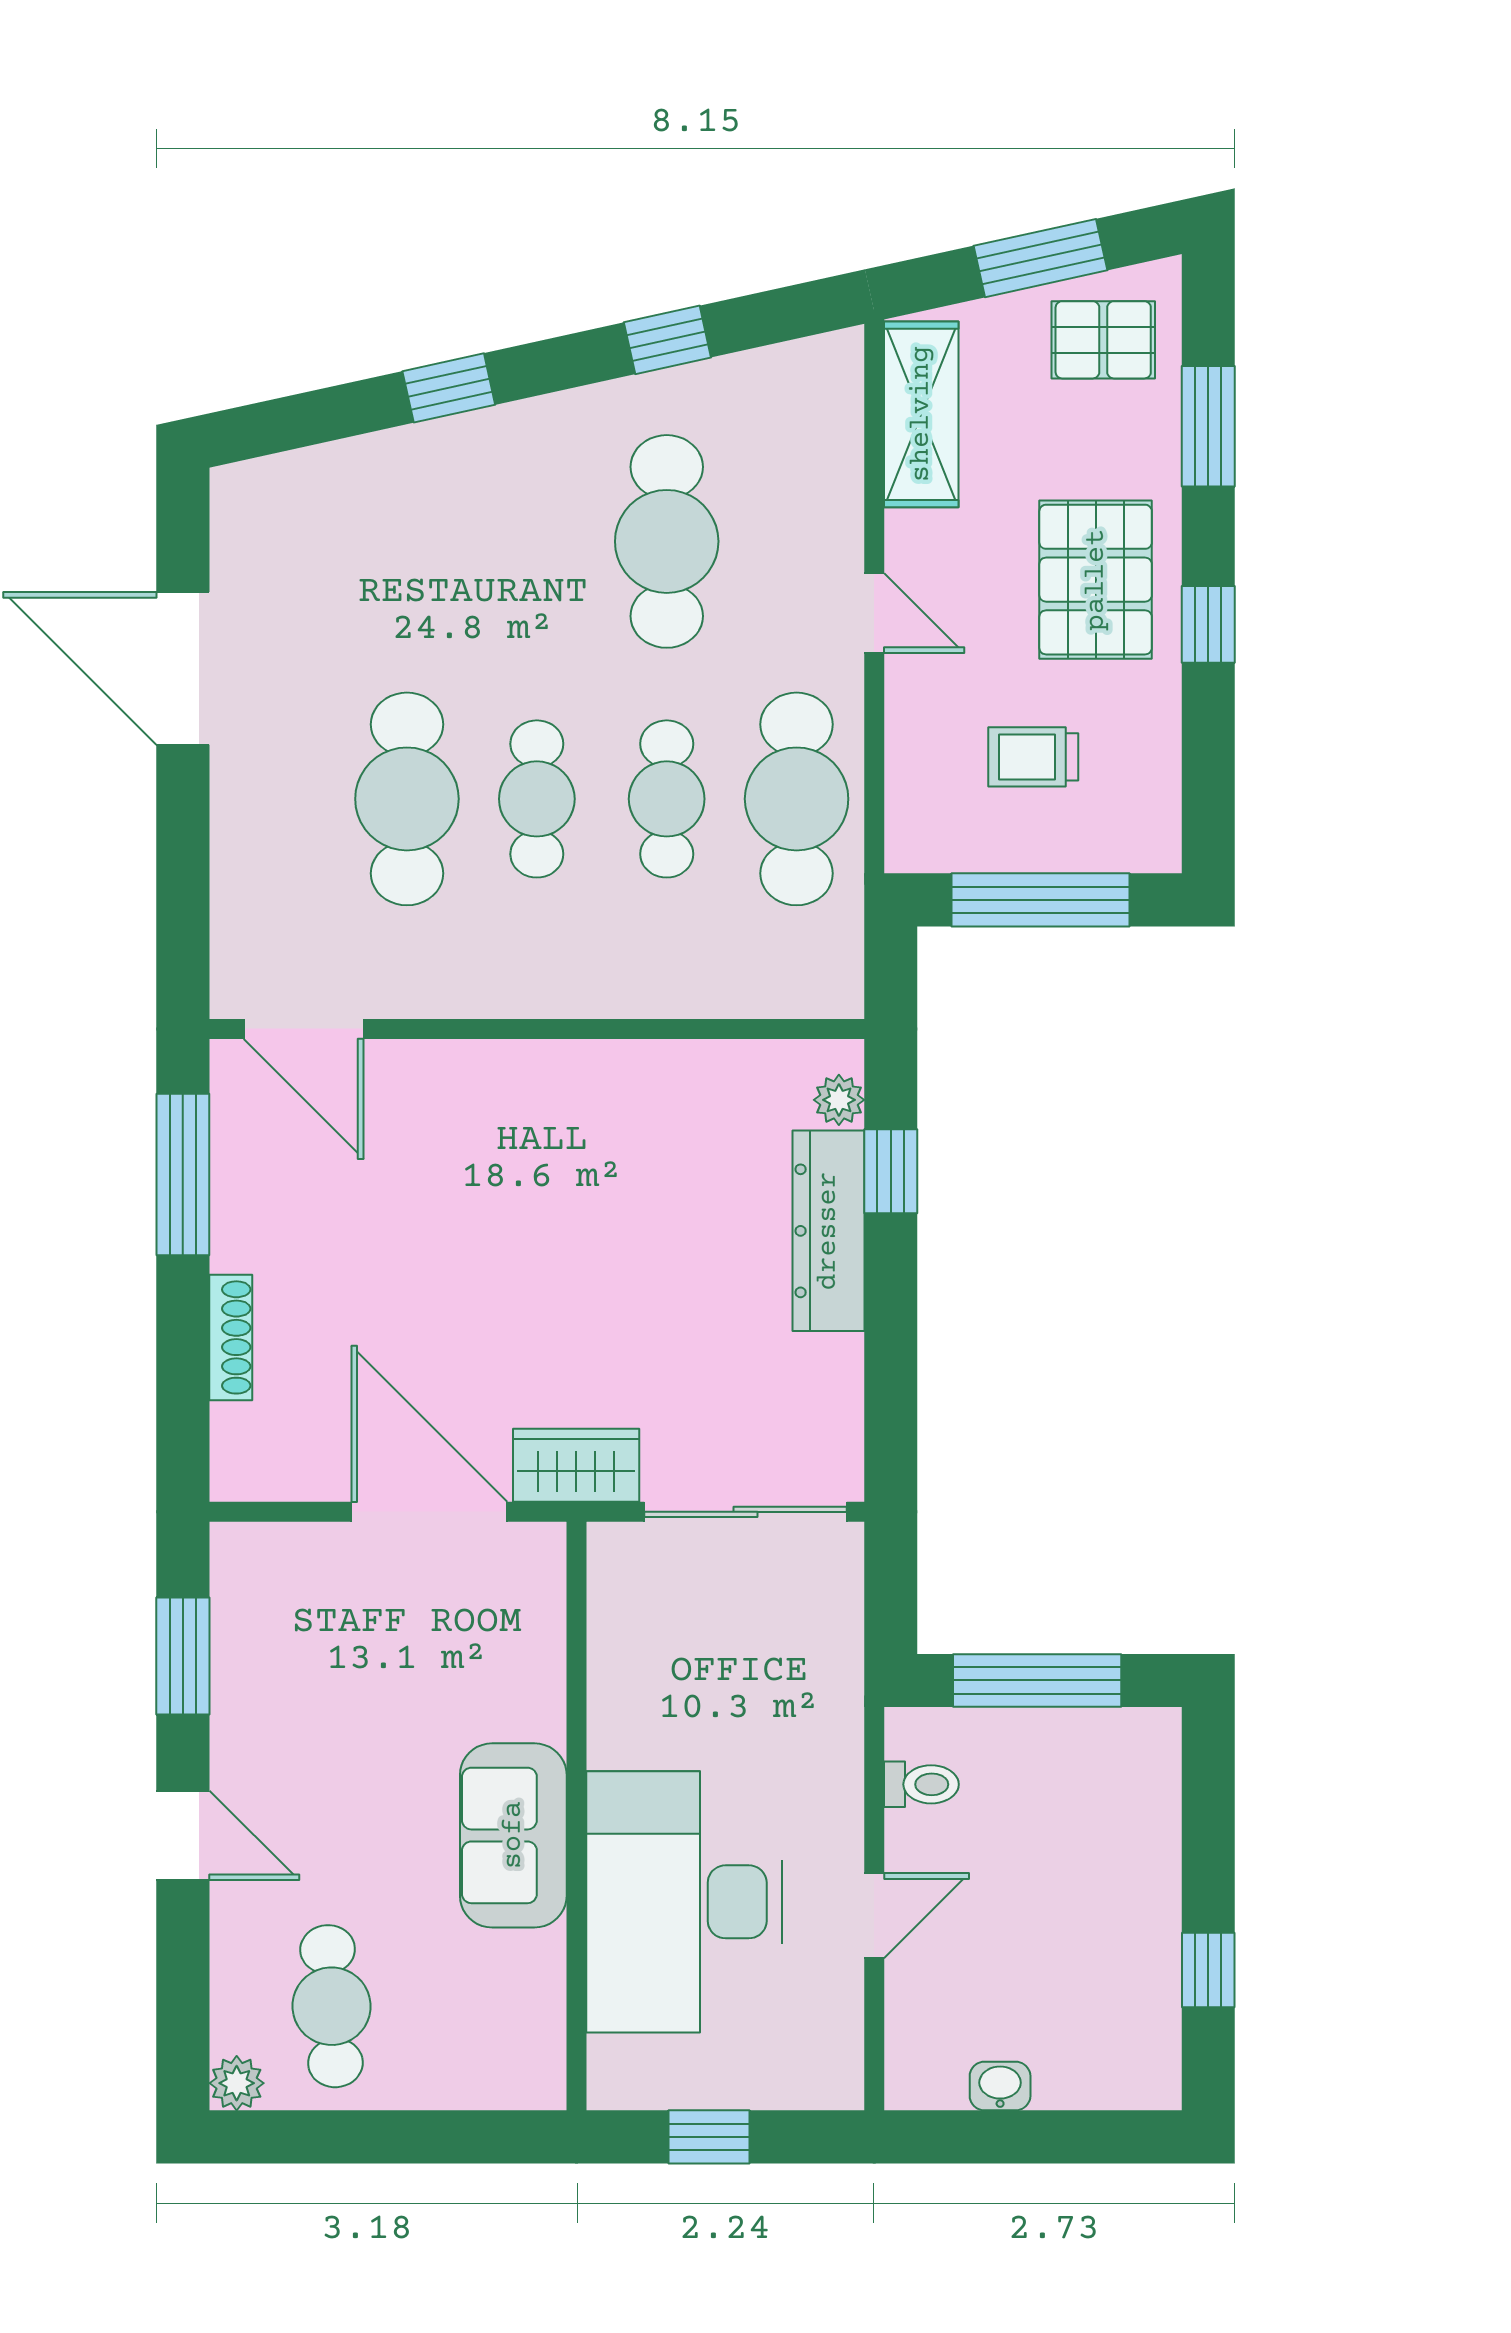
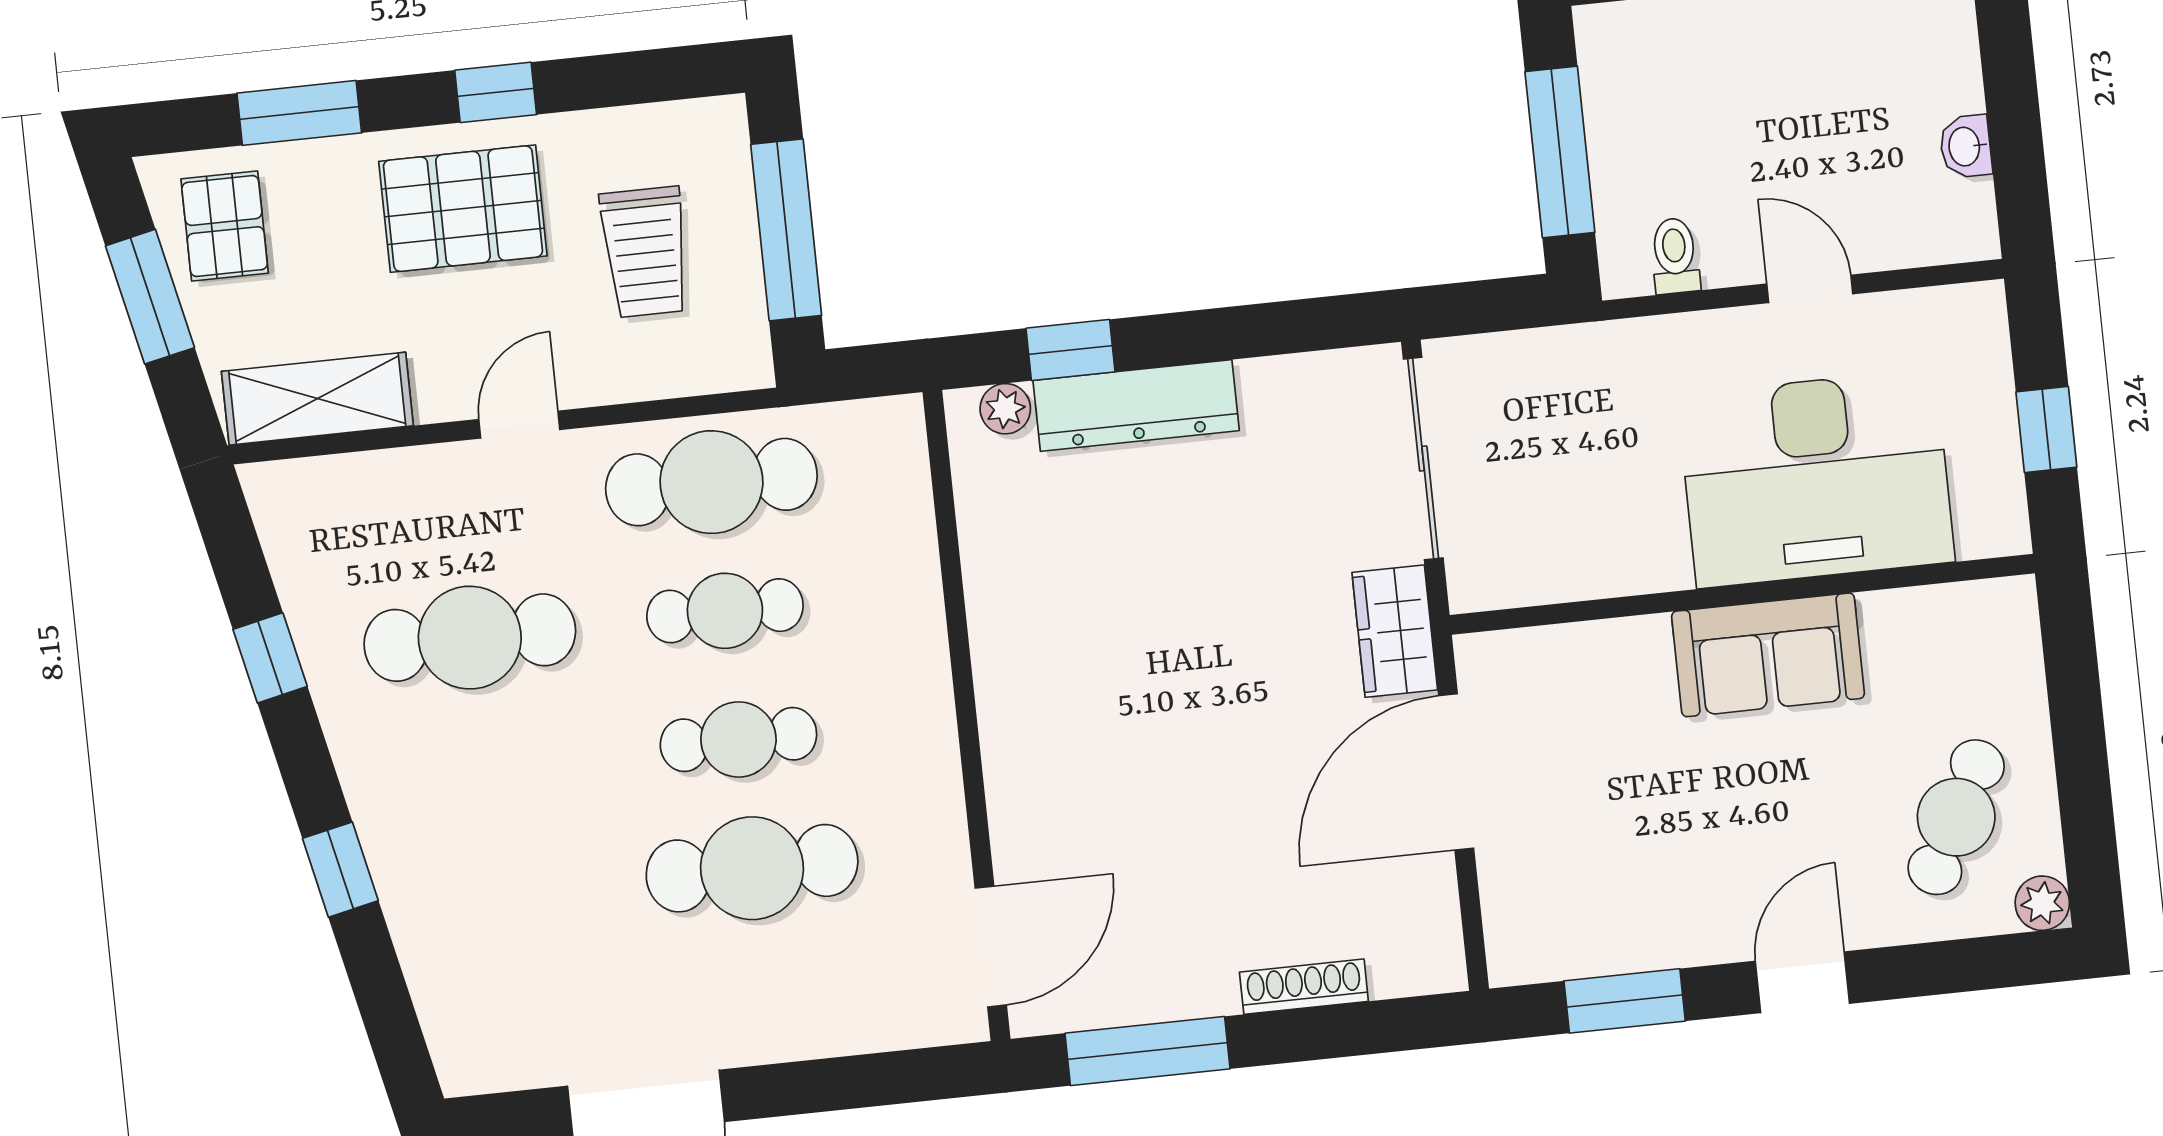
trolley: (1033, 757) -> (645, 252), width x1.36, depth x1.39
cafe table: (332, 2006) -> (1956, 817), turned -58

